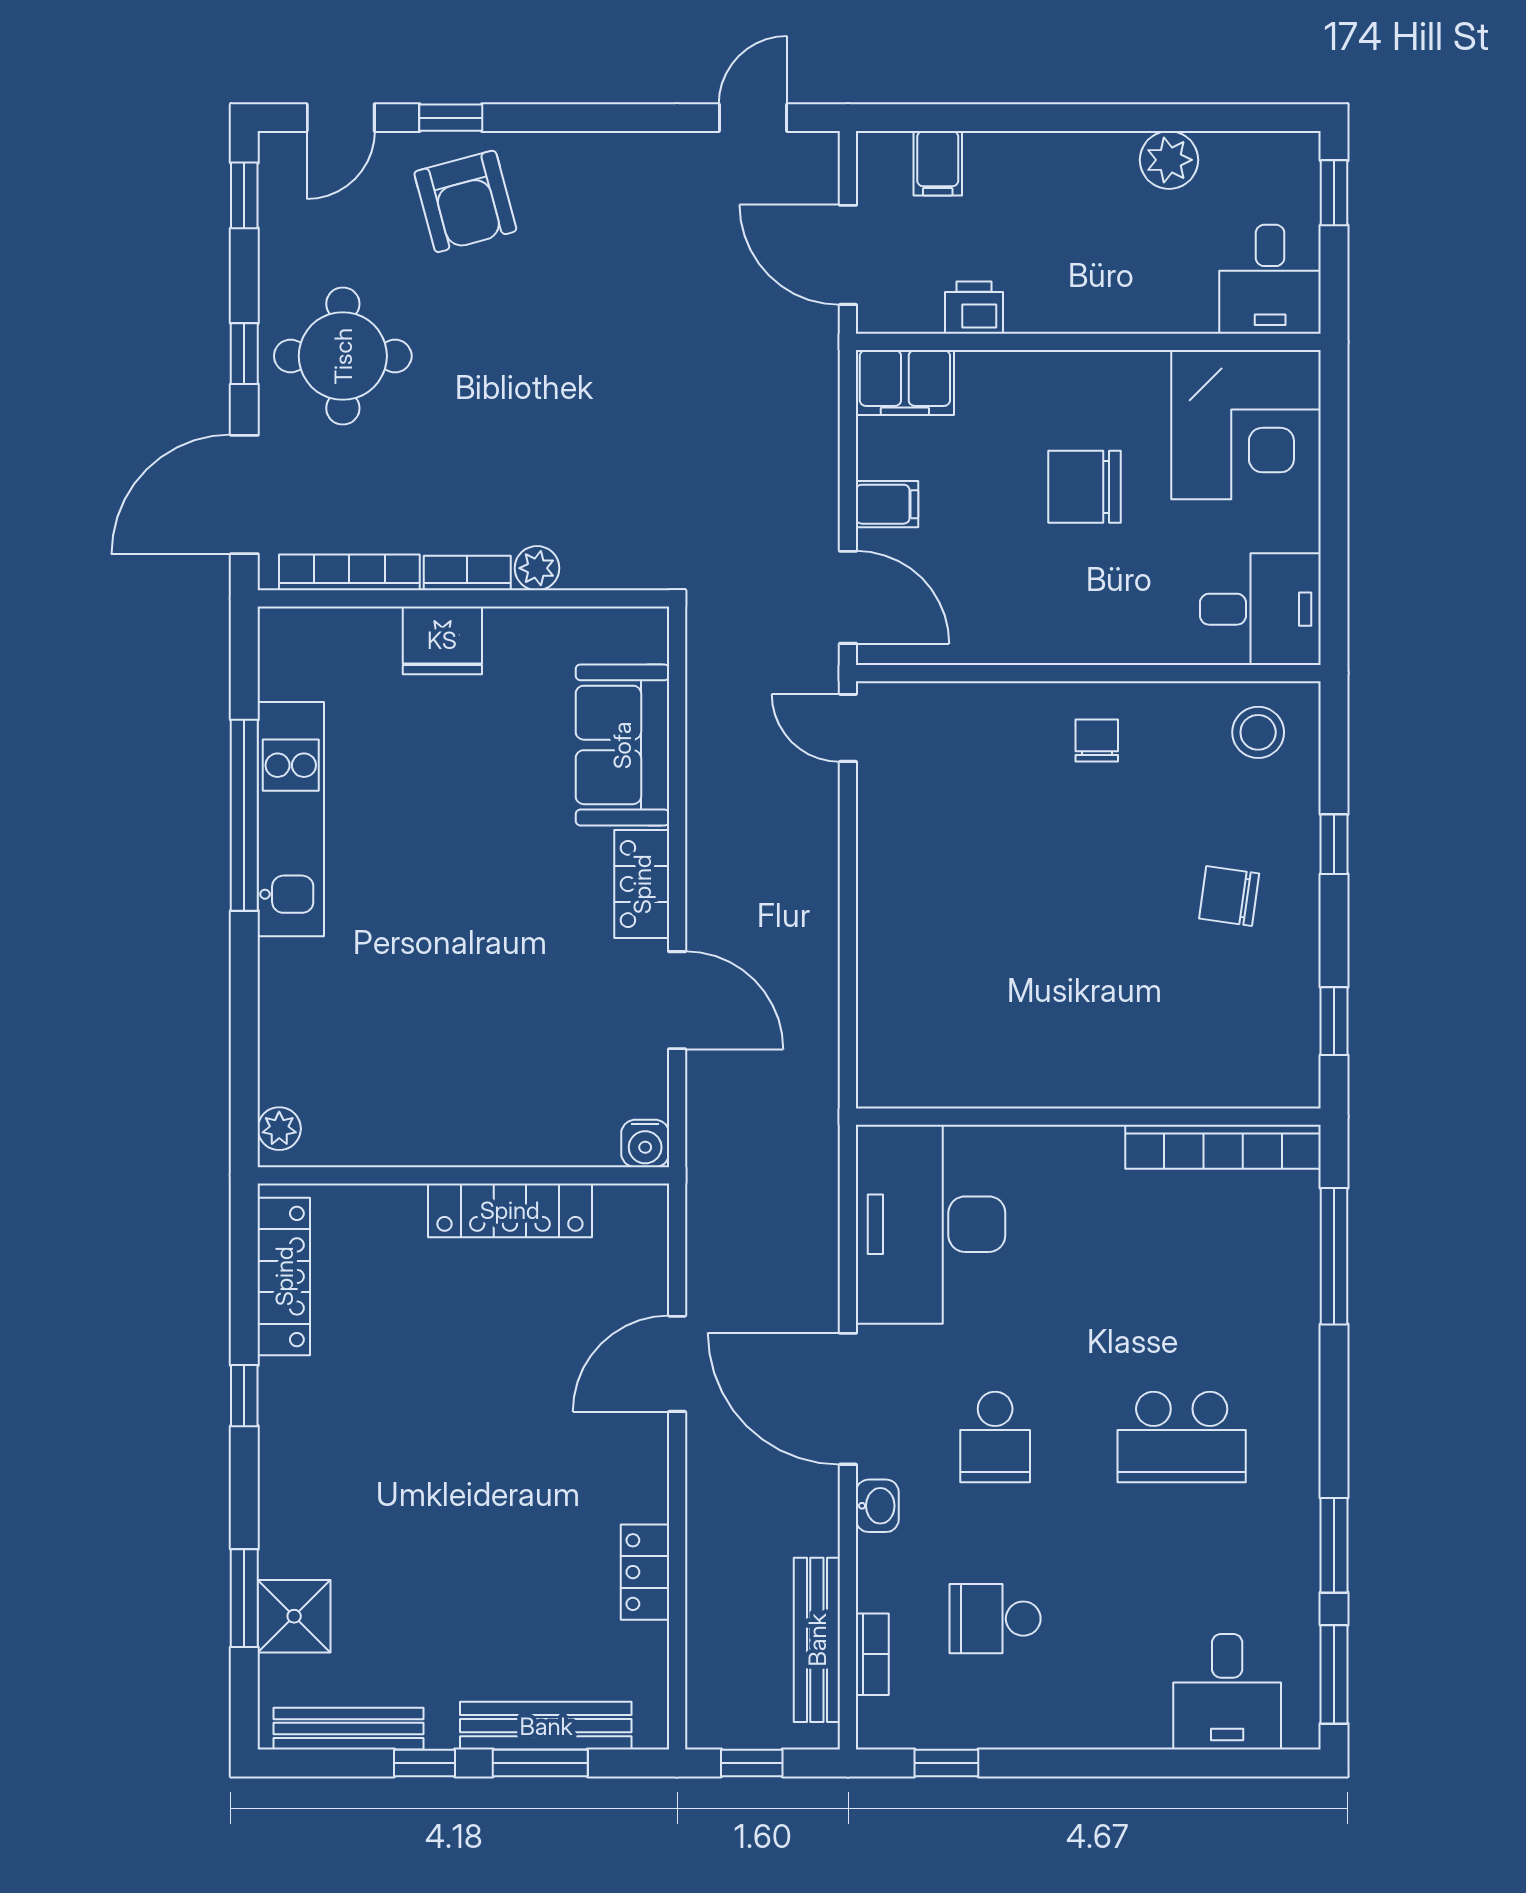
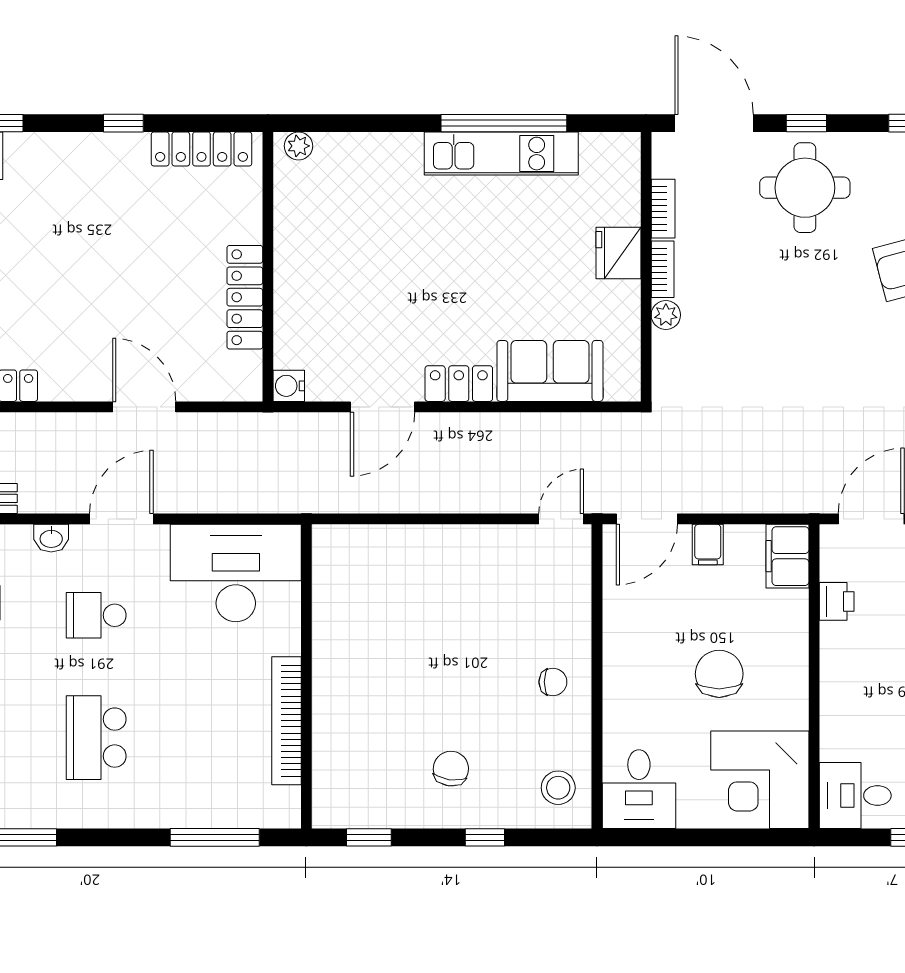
bookcase: (349, 572) -> (663, 209), width x0.64
bookcase: (1223, 1147) -> (287, 721), moved
door: (848, 1399) -> (121, 519), width x0.73

